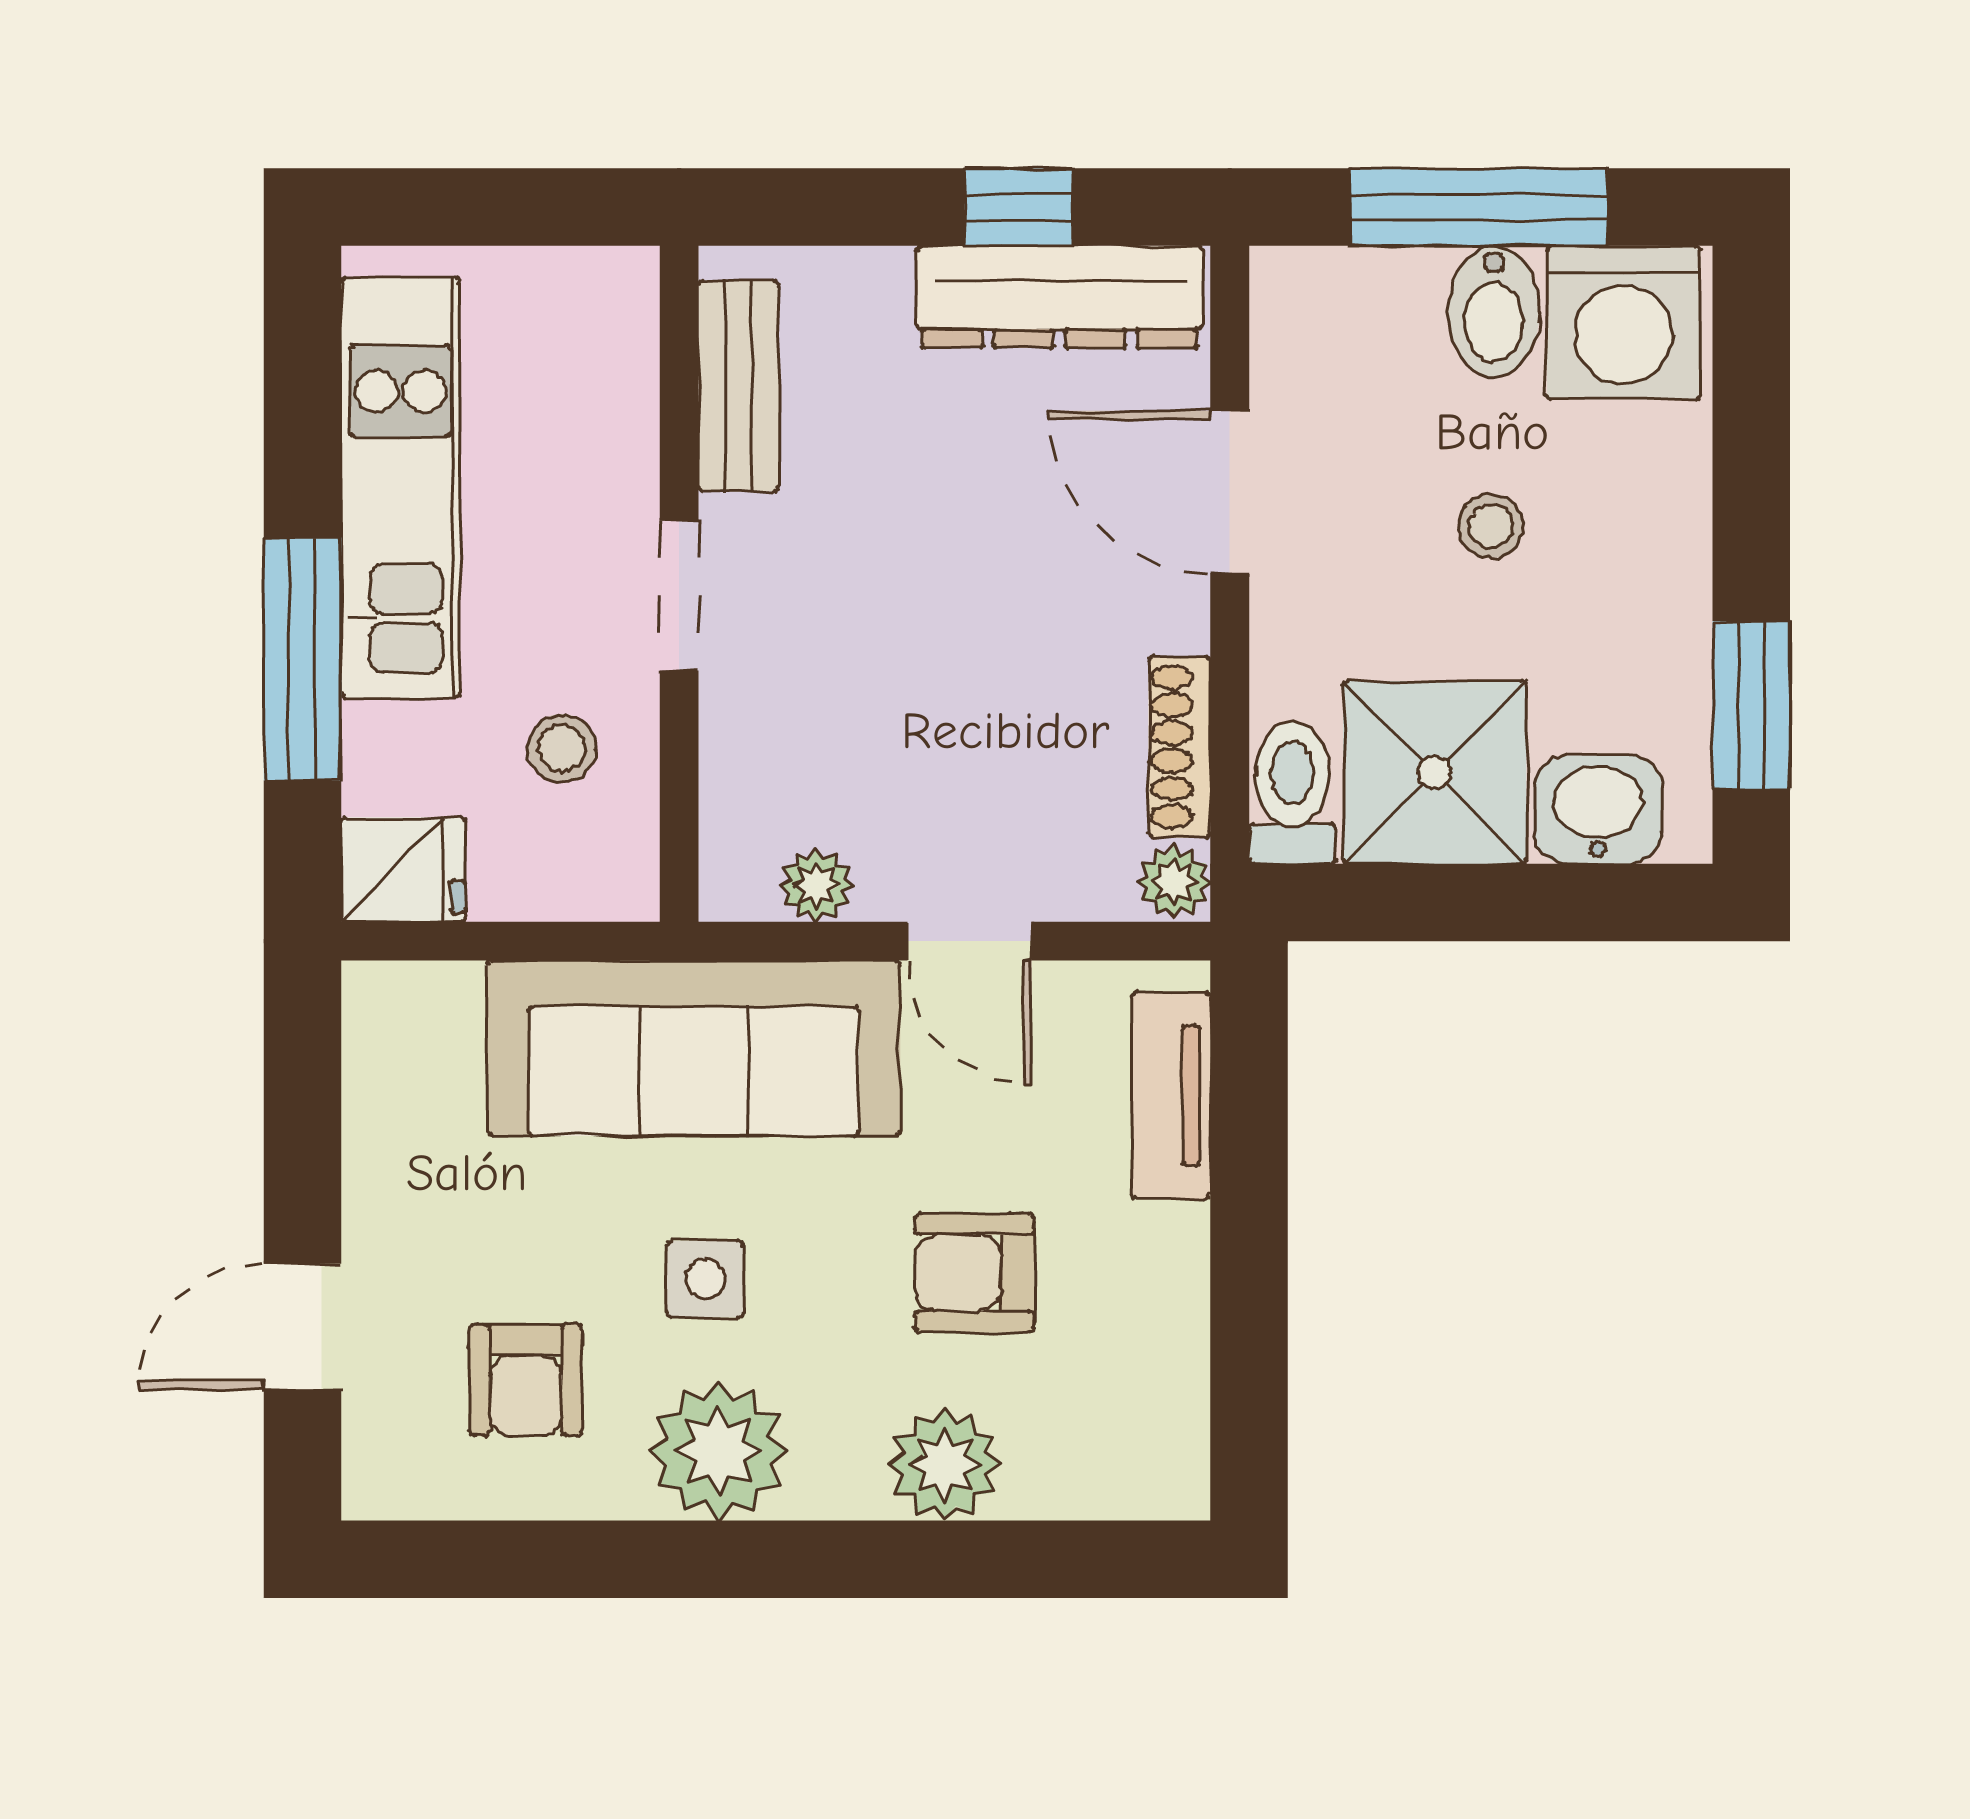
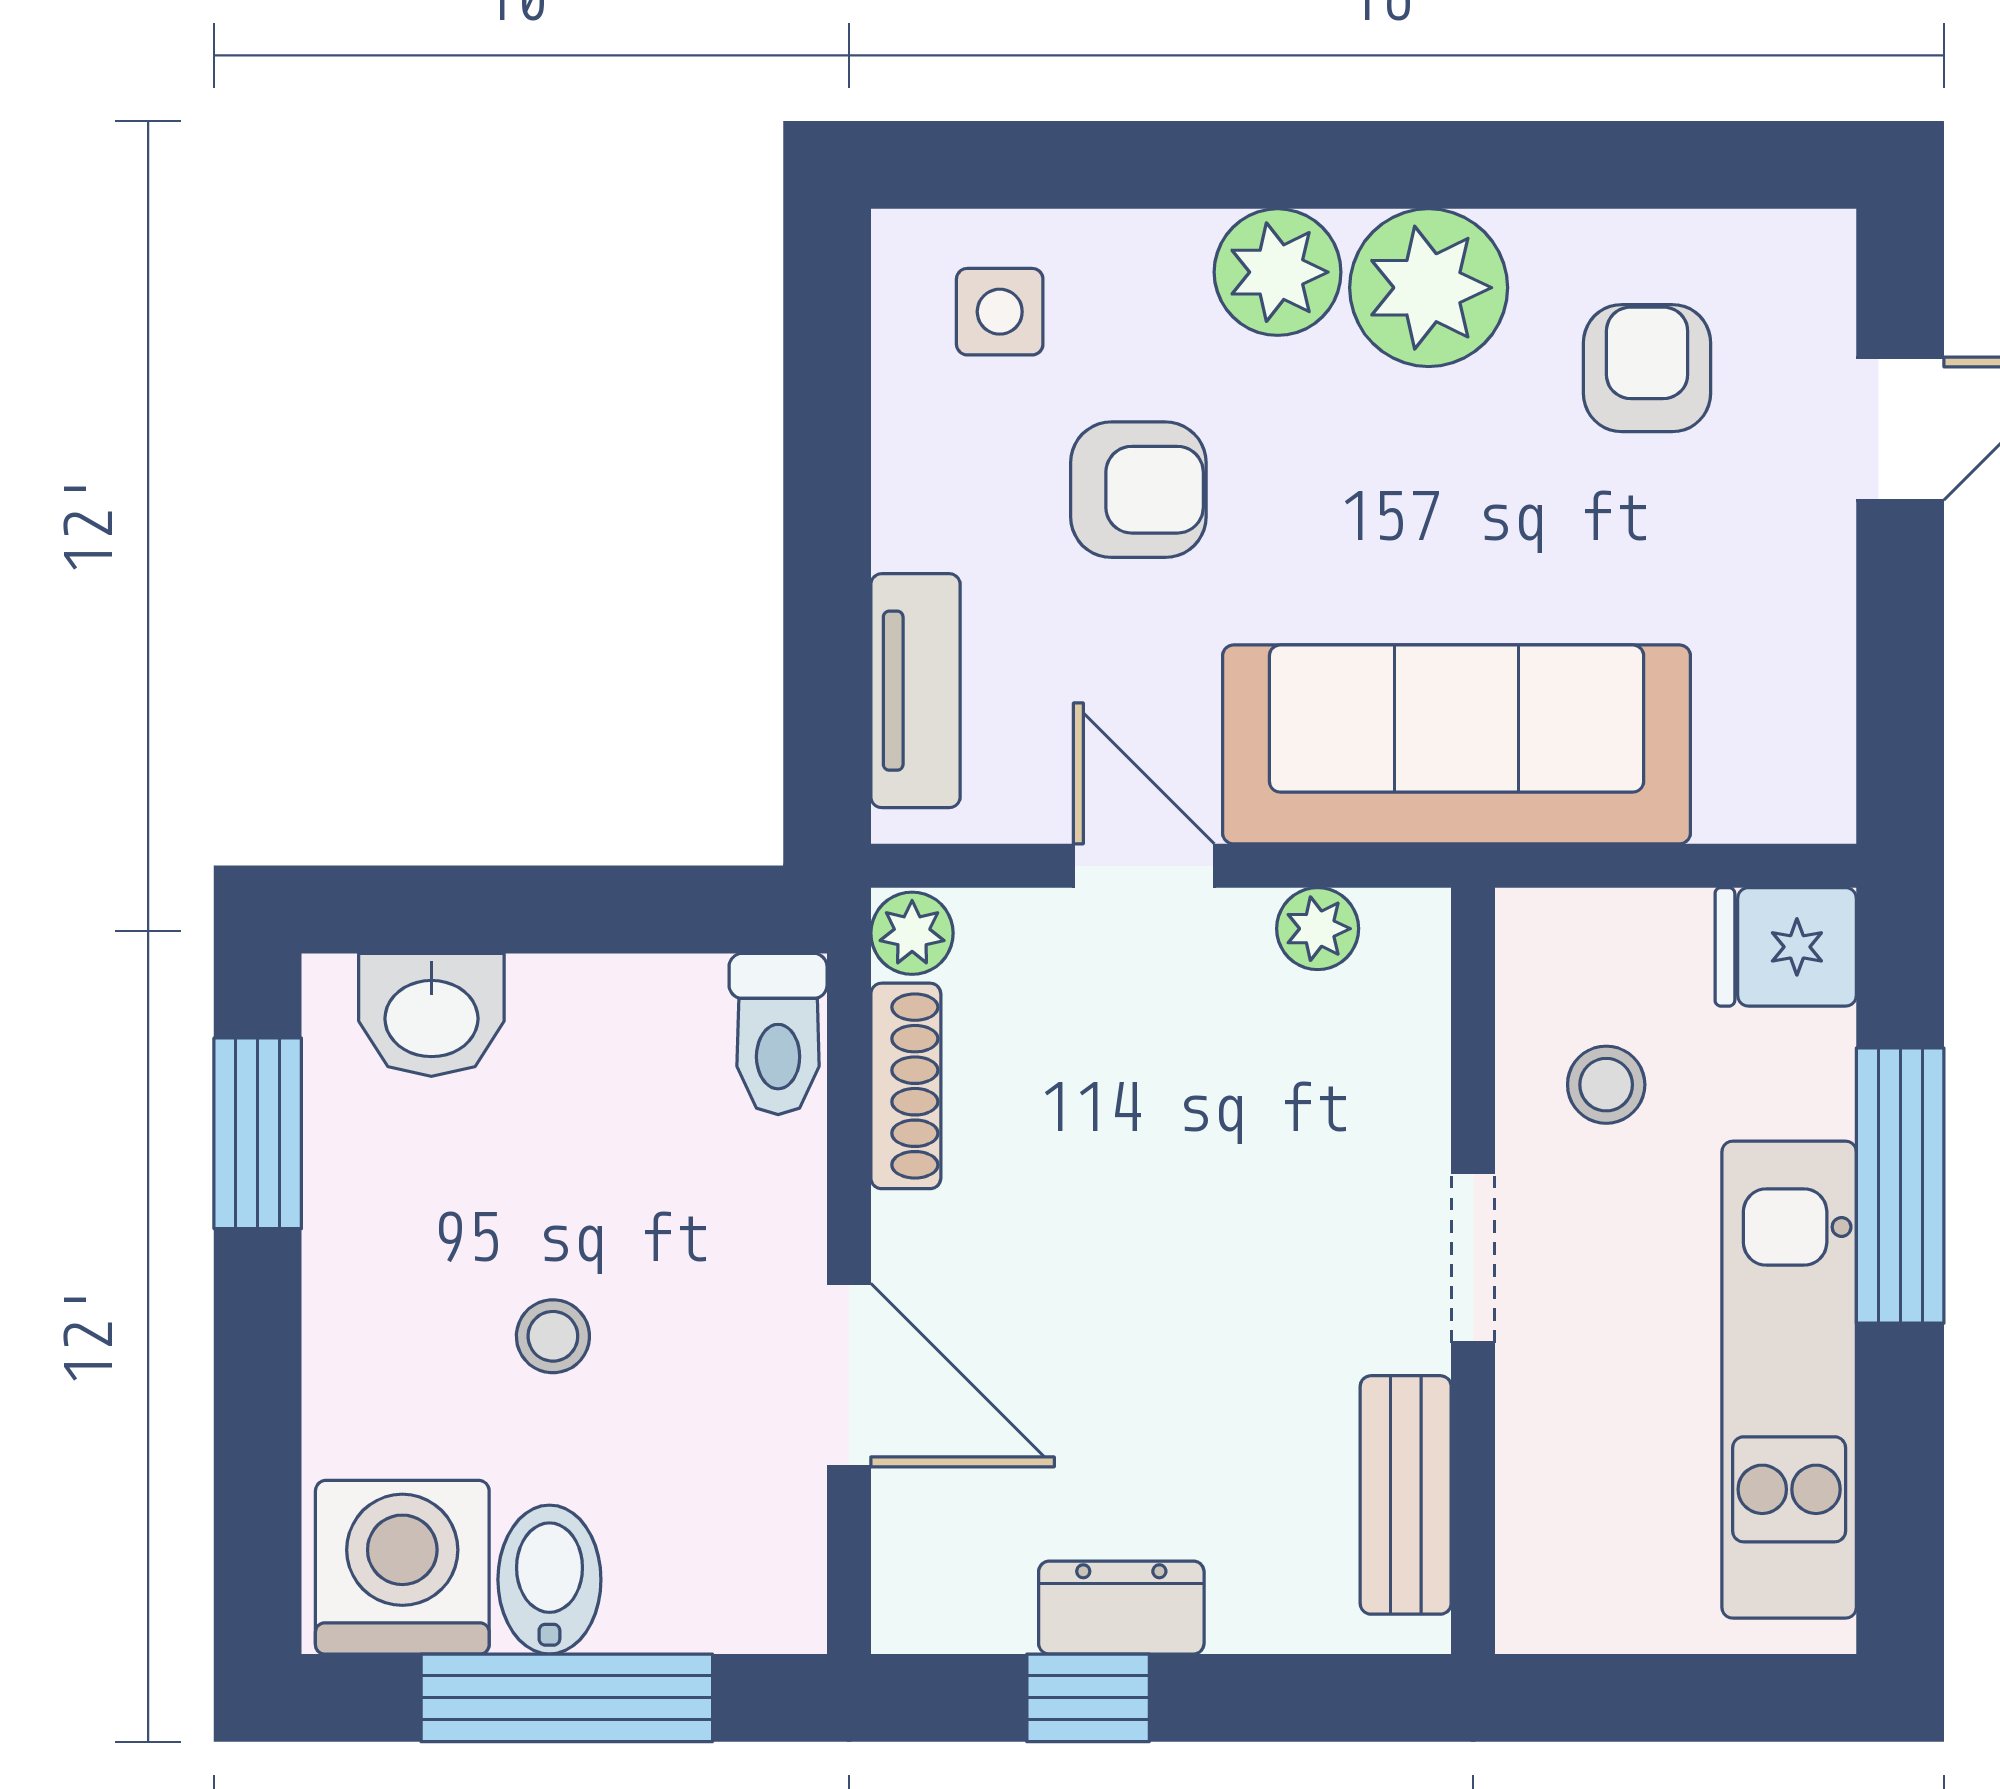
dresser: (1060, 297) -> (1121, 1608), width x0.51, depth x0.80
shower: (1435, 772) -> (617, 1057), removed
side table: (705, 1279) -> (1000, 312), moved
plant: (945, 1465) -> (1278, 272), moved

